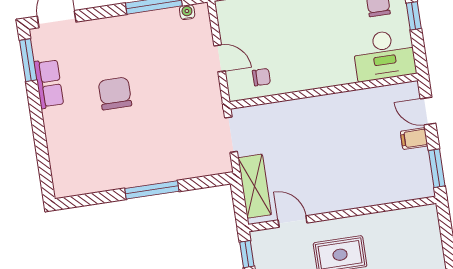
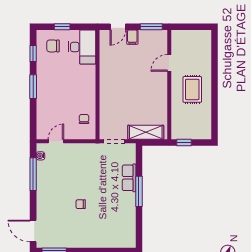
door: (220, 58) -> (56, 141), moved
row of seats: (49, 84) -> (129, 178), moved, turned -90
chair: (115, 93) -> (81, 204), width x0.54, depth x0.54
door: (293, 221) -> (169, 63), moved

